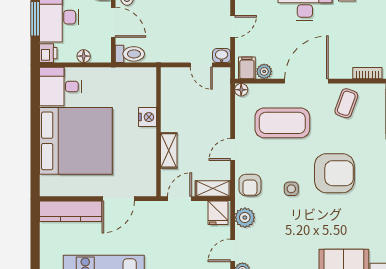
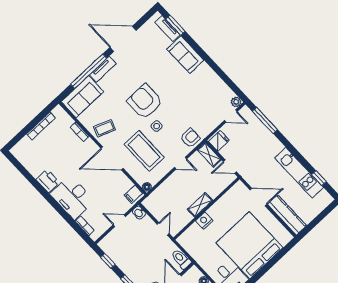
door: (201, 65) -> (163, 229), moved
plant: (264, 71) -> (127, 184), removed
shelving: (169, 150) -> (200, 205), moved
side table: (291, 189) -> (157, 126), moved
plant: (245, 218) -> (209, 125), removed

